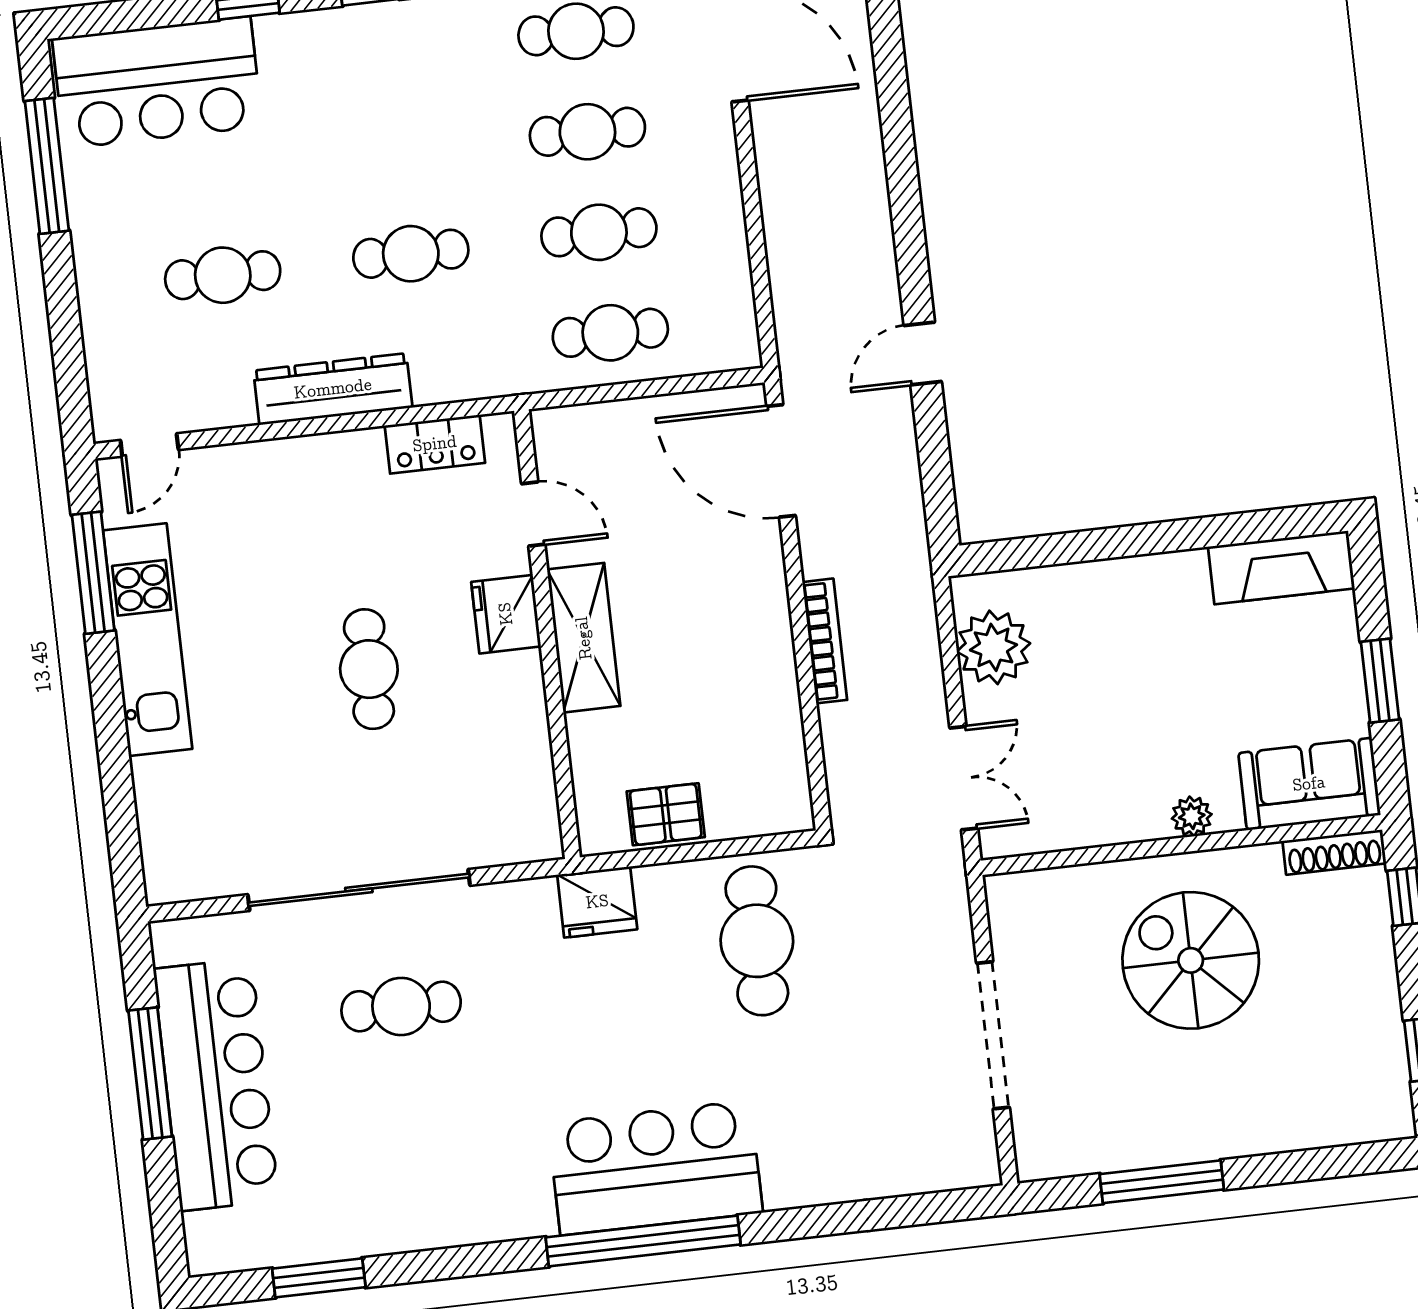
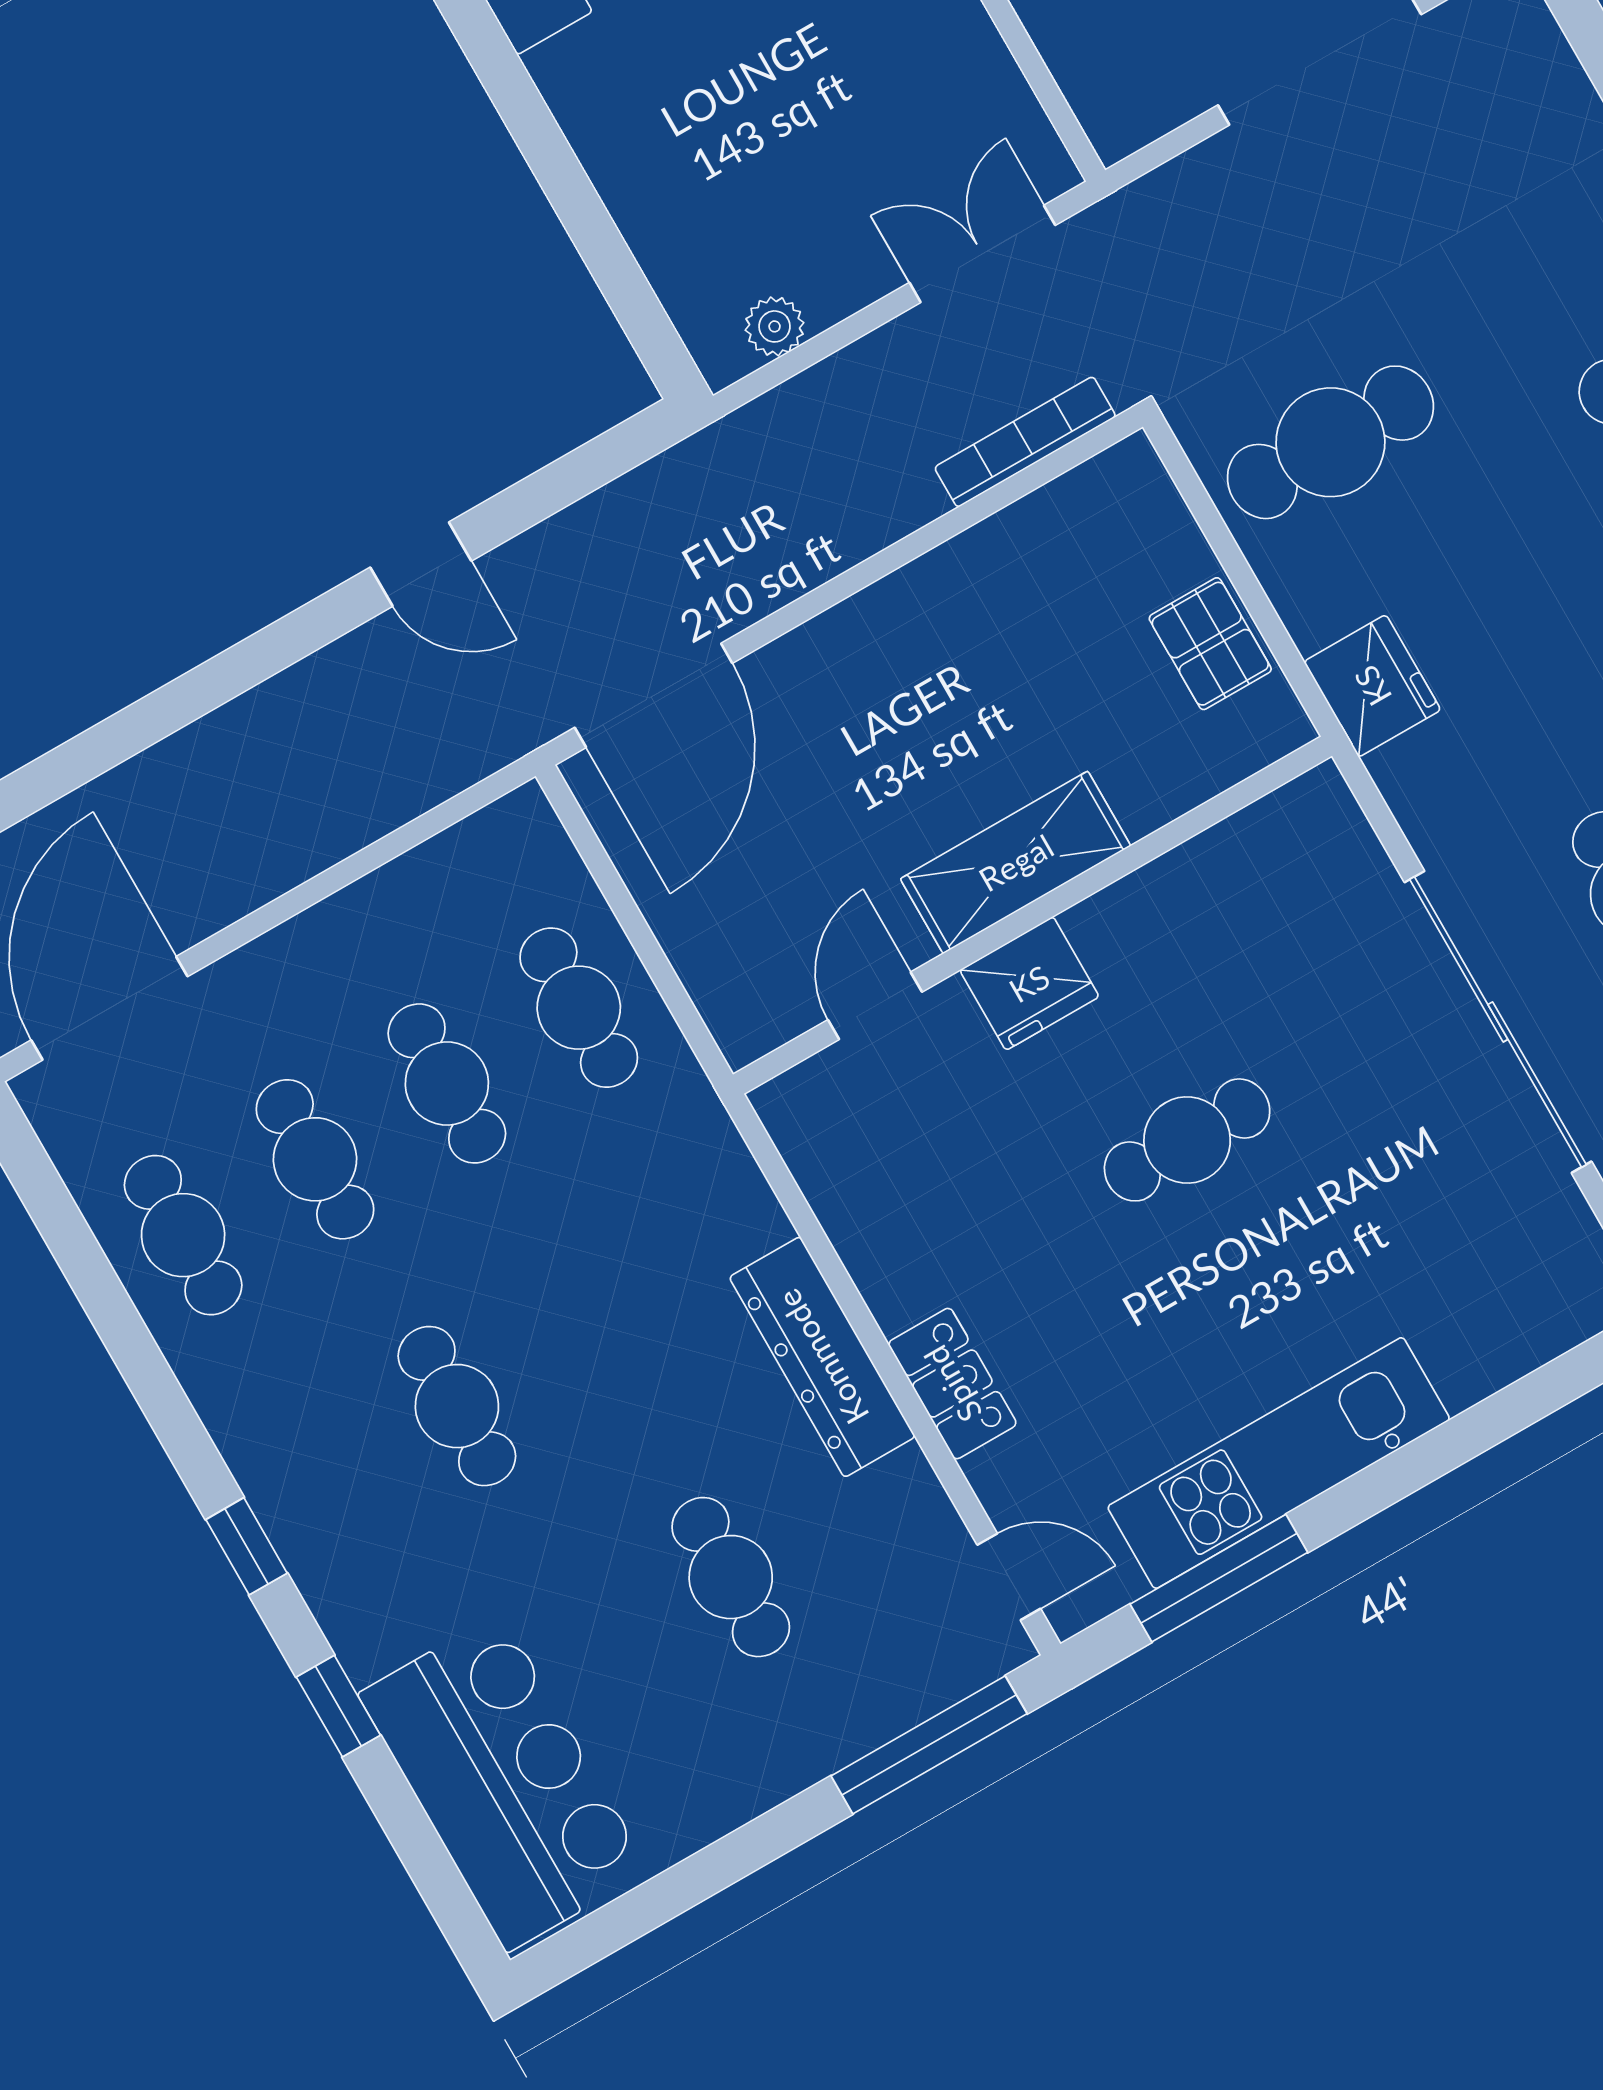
window: (47, 166) -> (929, 1745), moved
cafe table: (411, 254) -> (457, 1406), moved
locker: (435, 444) -> (952, 1384), moved
bookcase: (825, 641) -> (1025, 442), moved
plant: (993, 647) -> (775, 326), width x0.53, depth x0.53

